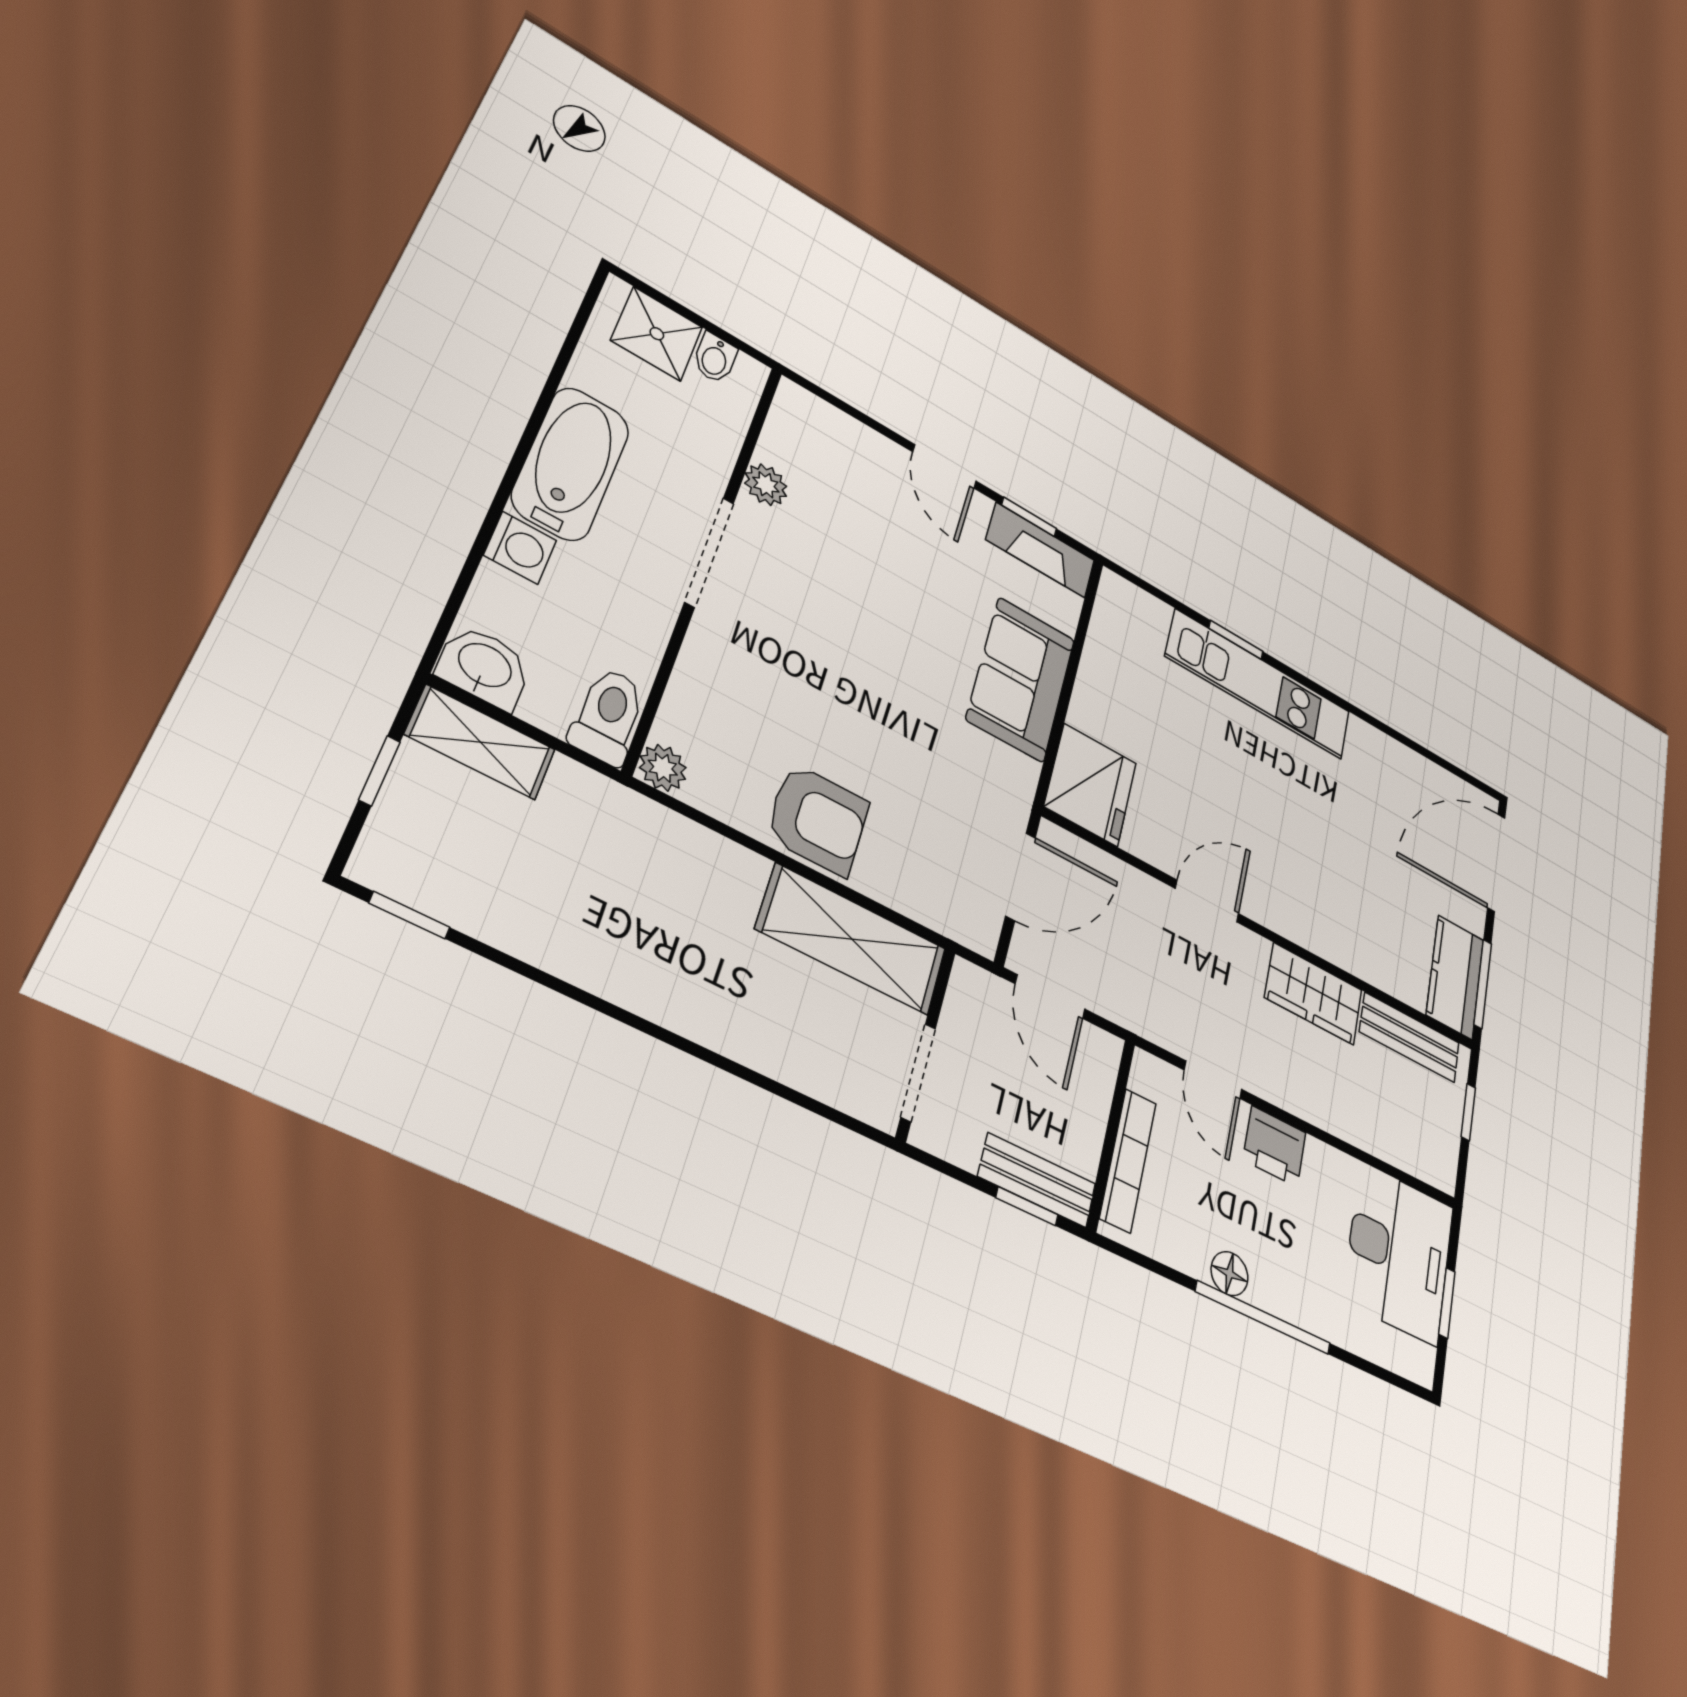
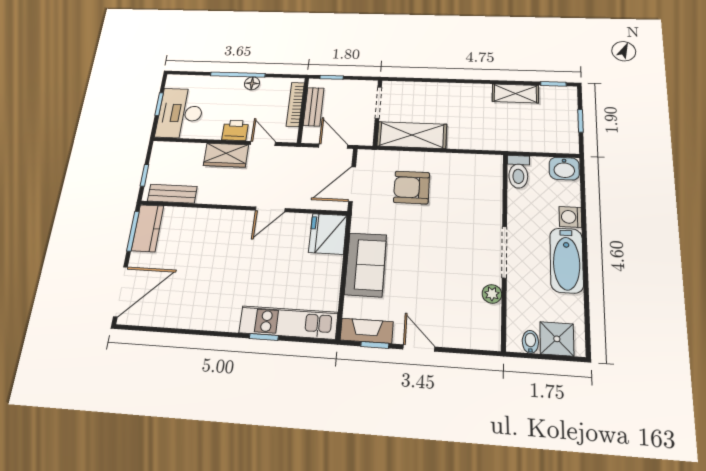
kitchen unit: (1259, 684) -> (288, 323), moved
shelving: (480, 742) -> (515, 93), moved
plant: (663, 768) -> (494, 163), removed
armchair: (818, 819) -> (412, 187), moved
wardrobe: (1314, 994) -> (226, 155), moved, turned 180
bench: (1037, 1180) -> (314, 107), moved, turned 90

